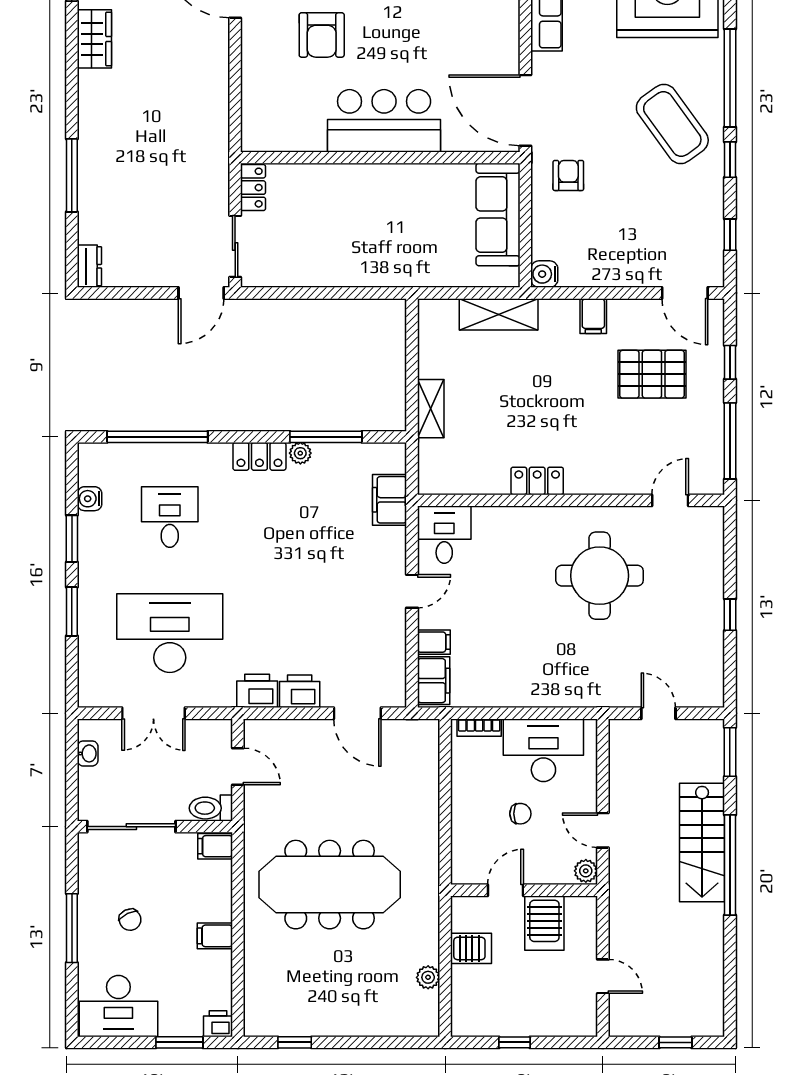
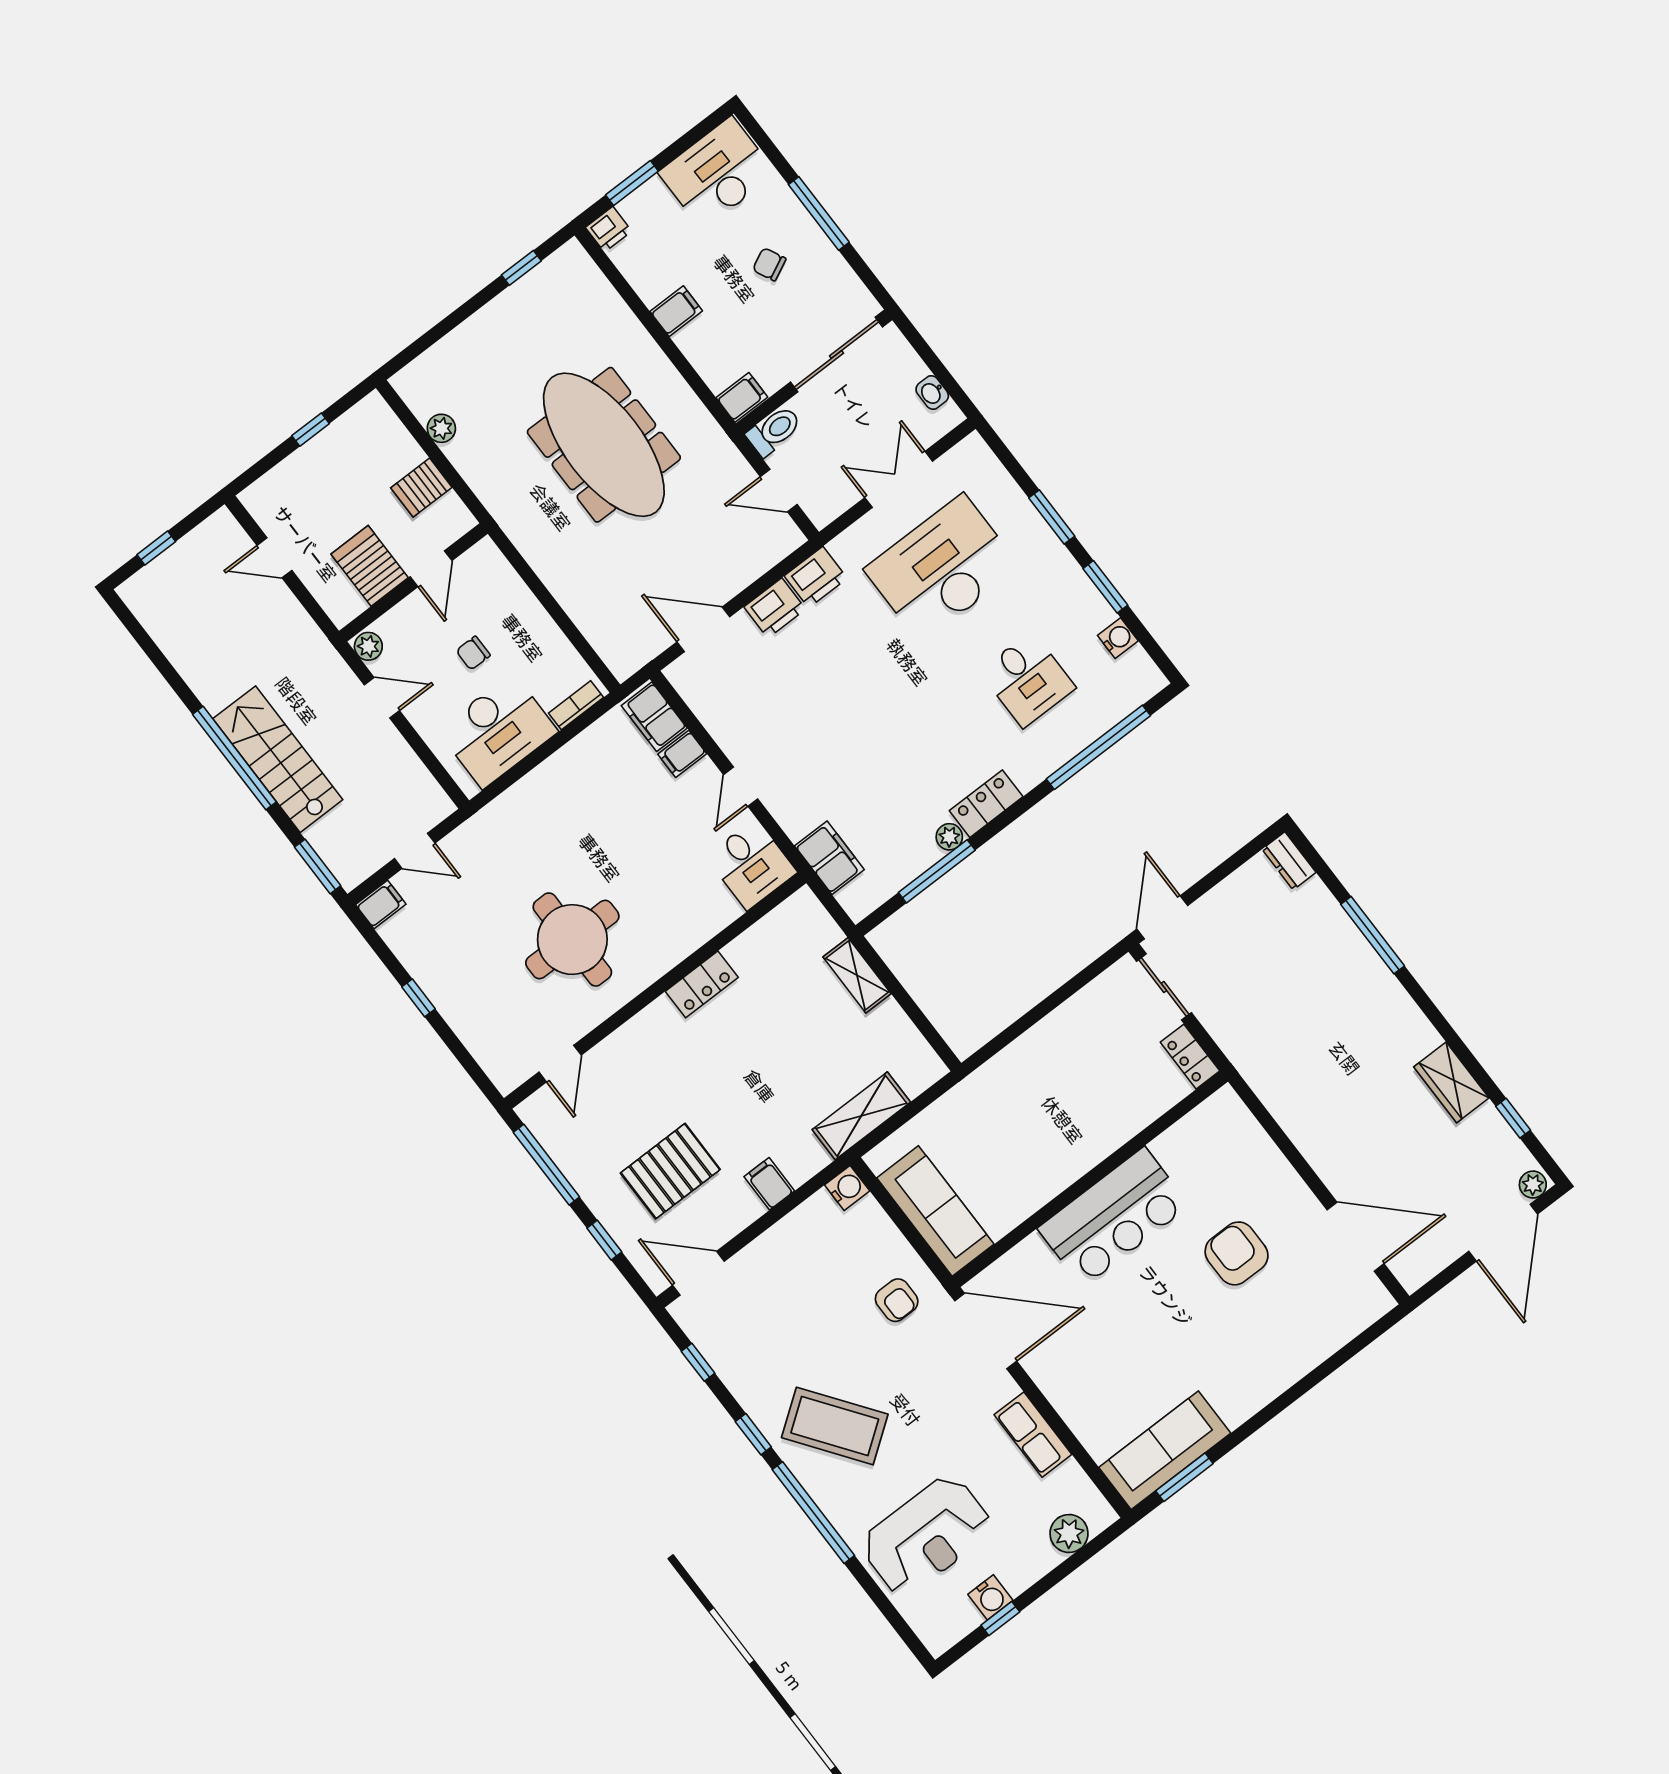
desk: (170, 633) -> (942, 568), turned 180
filing cabinet: (708, 695) -> (381, 904), added
meeting table: (330, 885) -> (604, 445), turned 90

